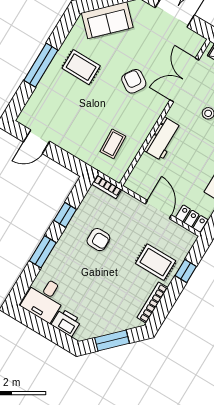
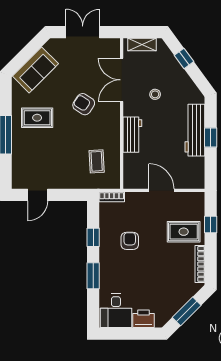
locker: (192, 219) -> (191, 182), removed
armchair: (98, 240) -> (130, 241), turned -90

